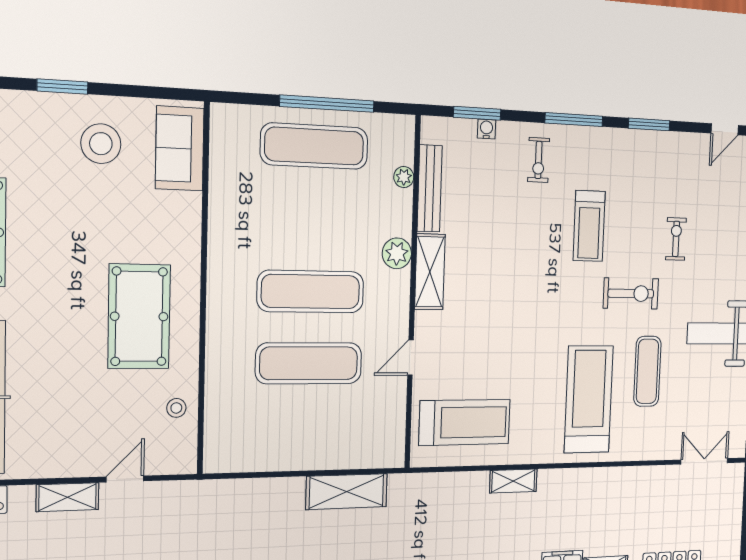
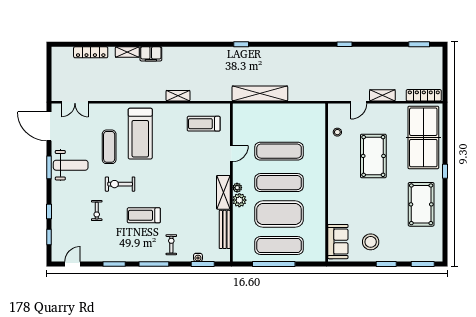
plant: (404, 177) -> (237, 188), moved
exercise mat: (313, 219) -> (279, 214), added
treadmill: (589, 226) -> (144, 215), turned -90
pool table: (139, 316) -> (373, 156), moved
treadmill: (465, 422) -> (204, 124), width x0.73, depth x0.73
shelving: (347, 492) -> (260, 93), width x1.47

